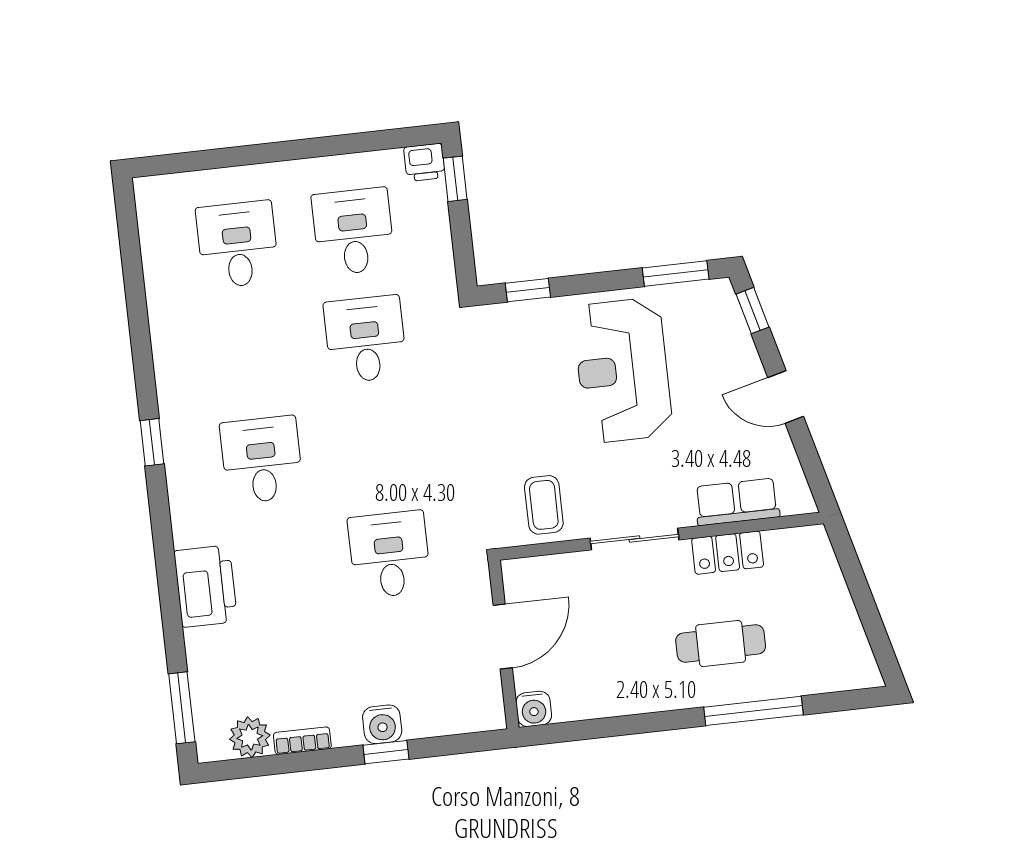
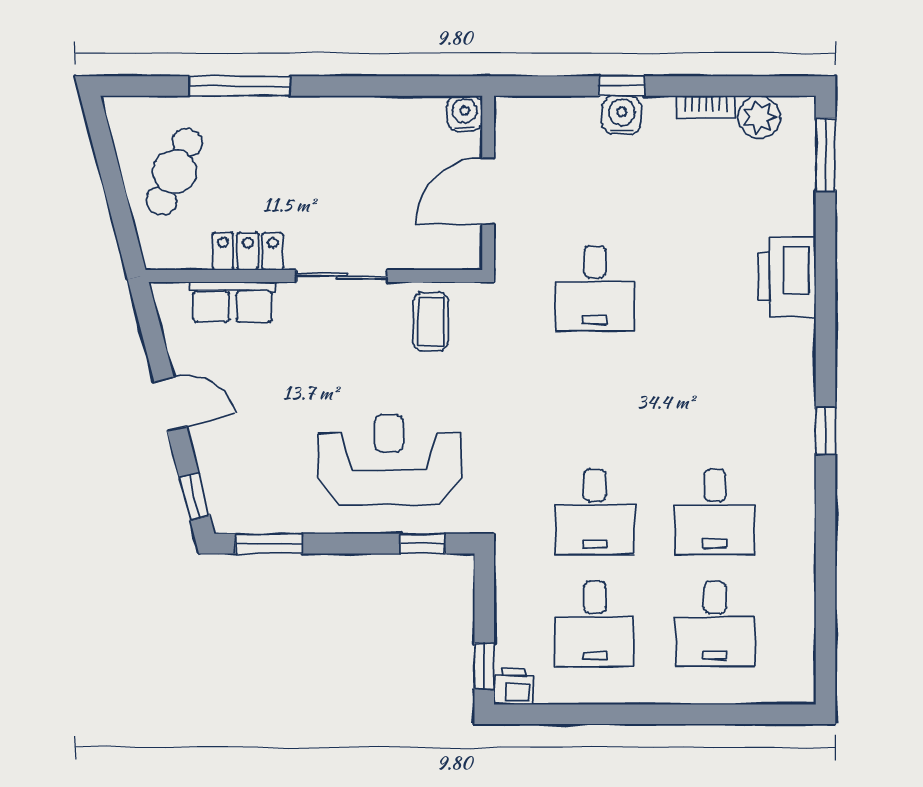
reception desk: (623, 370) -> (389, 460), moved, turned -90
desk: (262, 460) -> (715, 512), moved
cafe table: (721, 644) -> (174, 172), moved, turned -66

